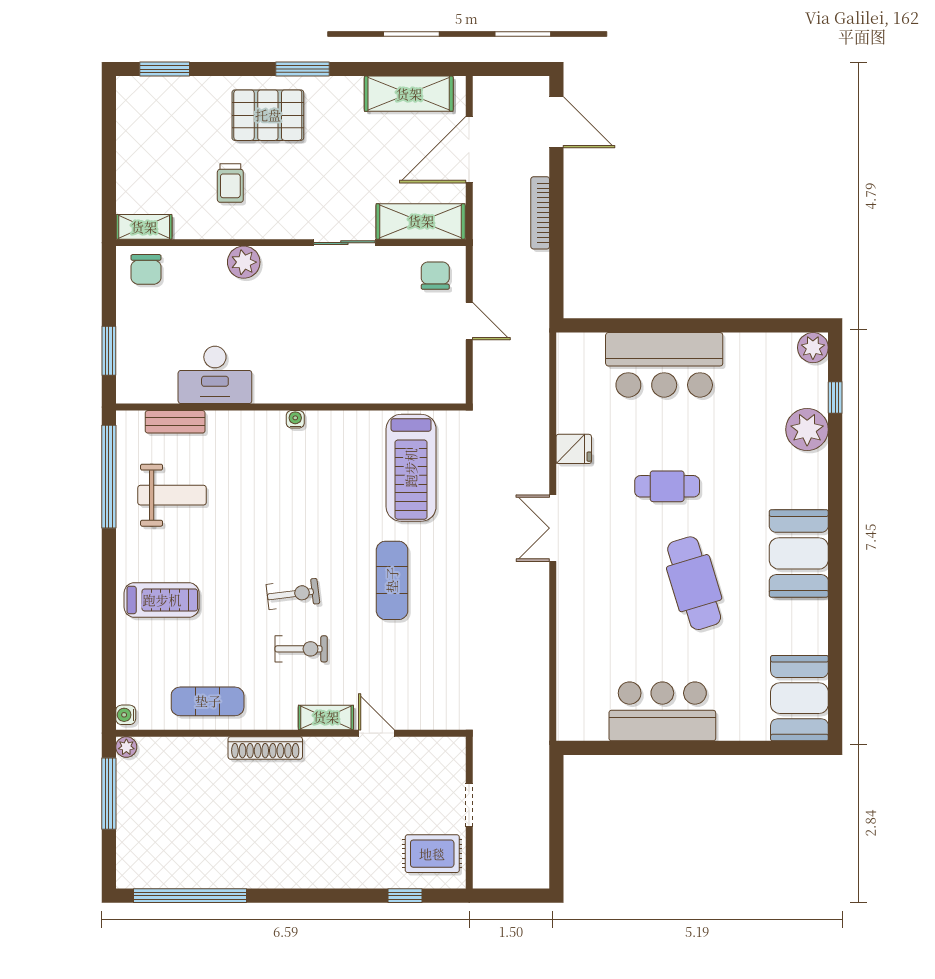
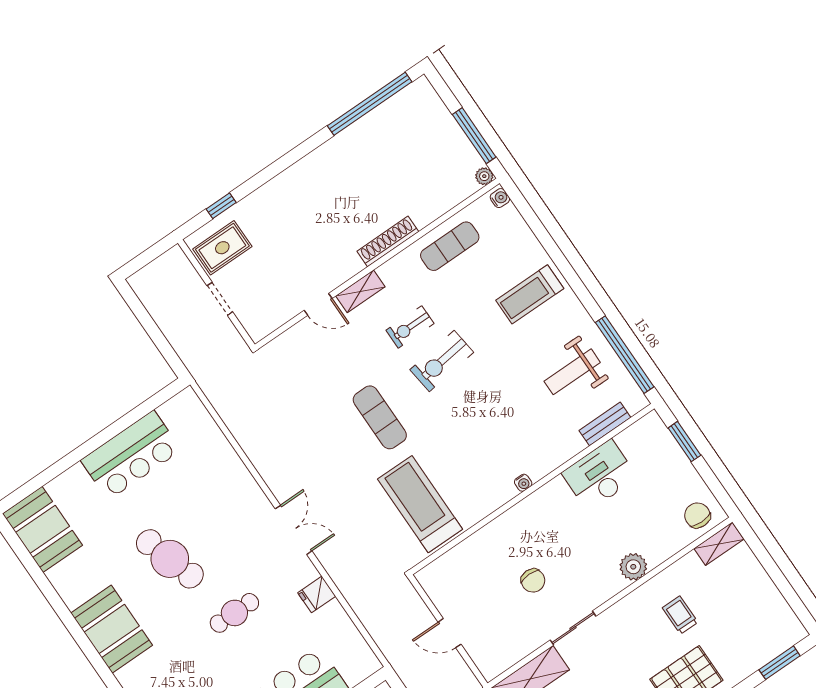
chair: (435, 276) -> (533, 581), moved
exercise bike: (293, 594) -> (442, 361), width x1.38, depth x1.39

